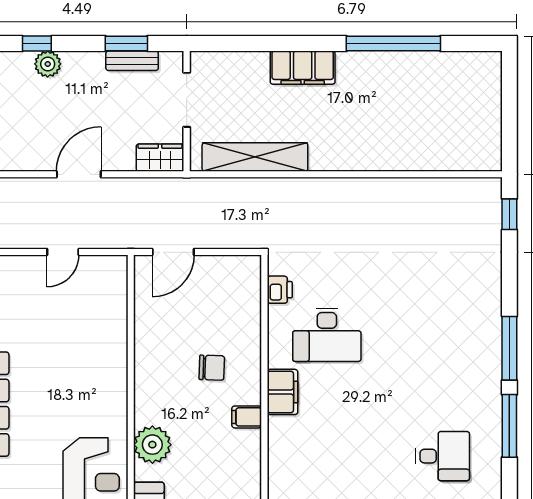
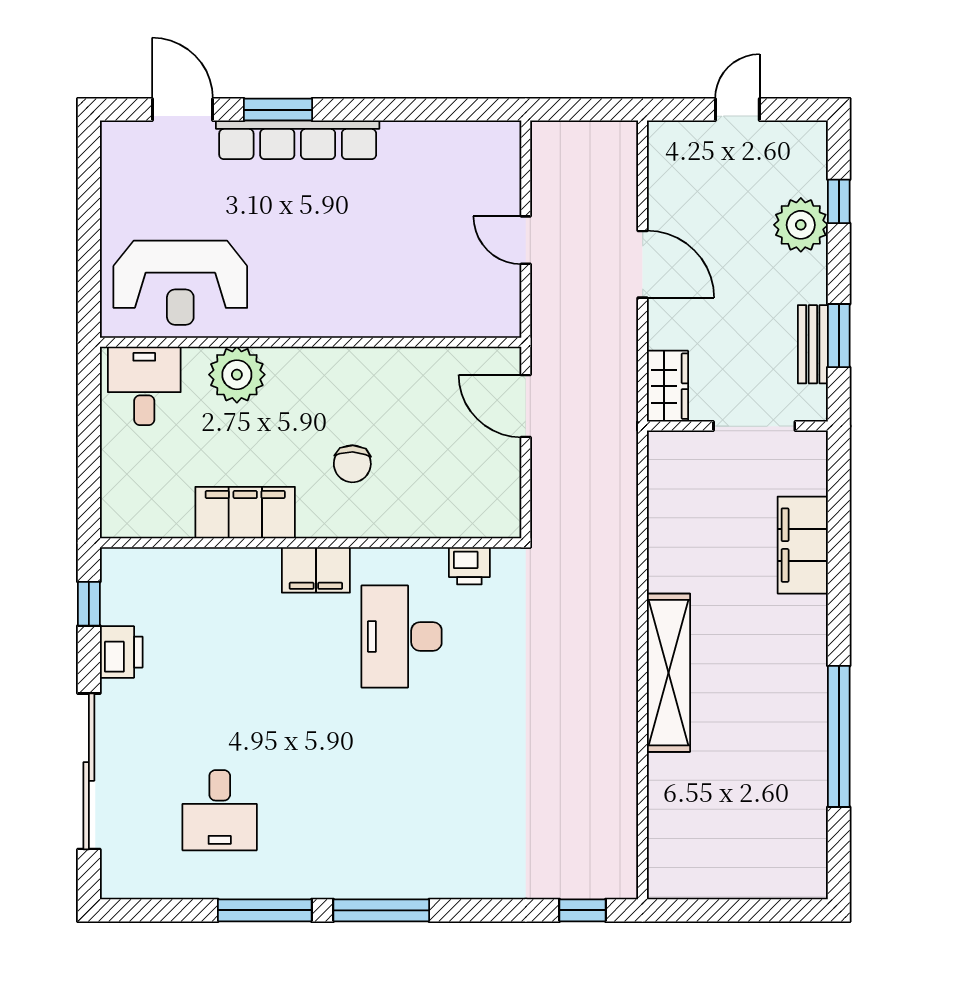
plant: (48, 64) -> (801, 225), width x1.36, depth x1.36
filing cabinet: (303, 68) -> (803, 545), moved
shelving: (255, 157) -> (668, 673), moved
filing cabinet: (247, 417) -> (245, 513), width x3.00, depth x1.17

